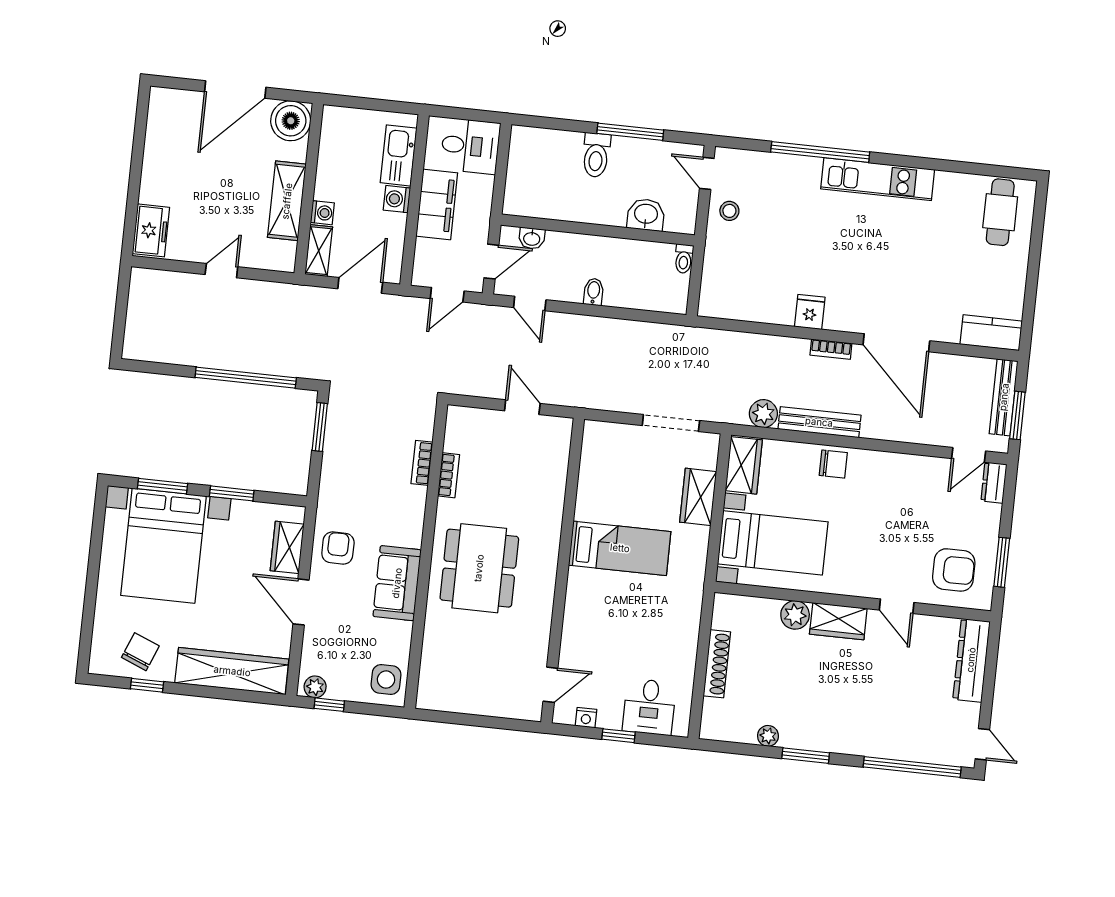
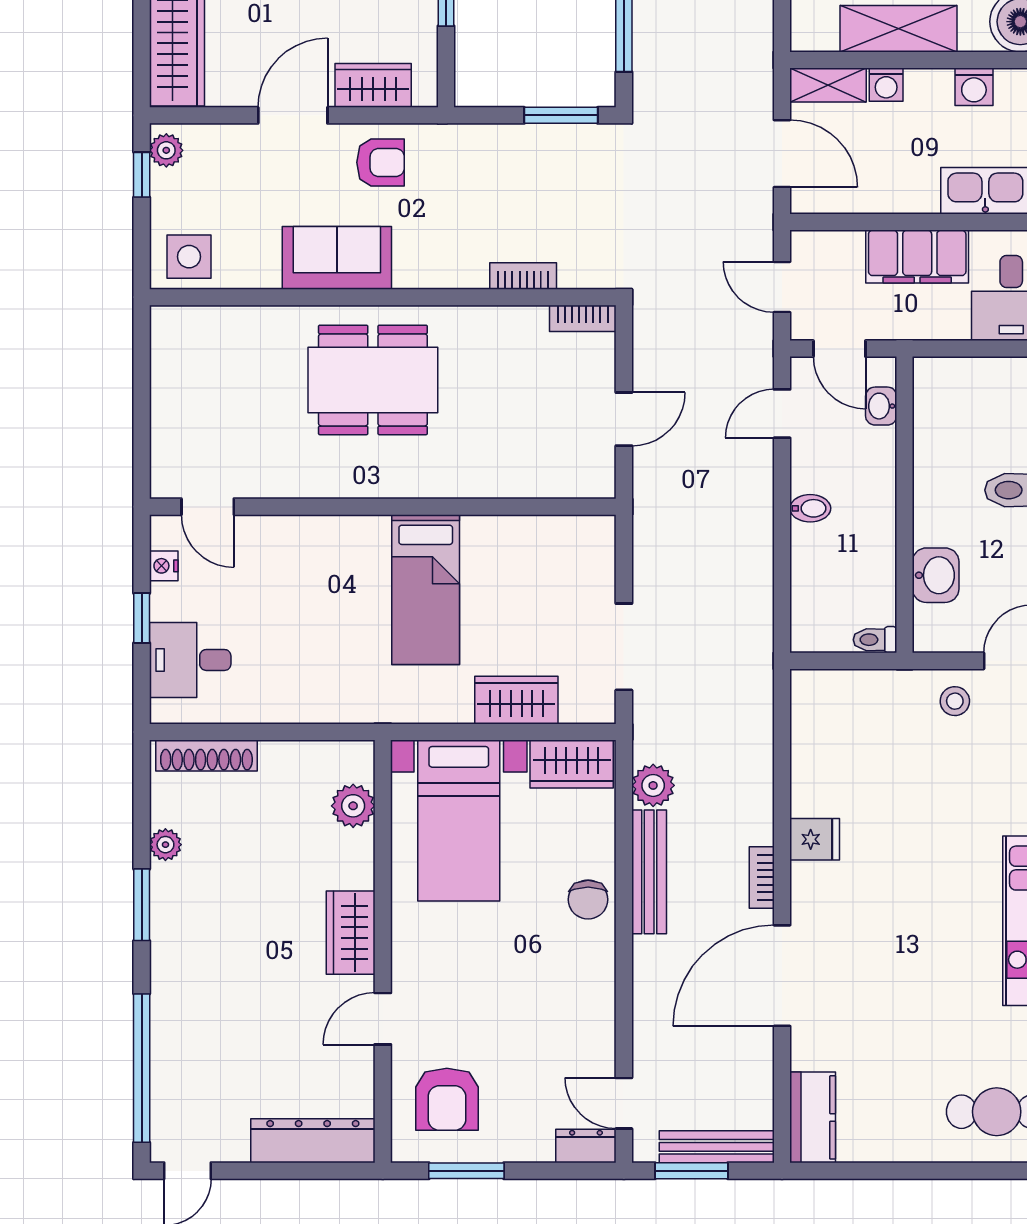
washing machine: (397, 199) -> (974, 87), moved, turned 180
bookcase: (449, 475) -> (583, 318), moved
plant: (795, 615) -> (353, 806), moved
shoe rack: (717, 664) -> (206, 756), moved

